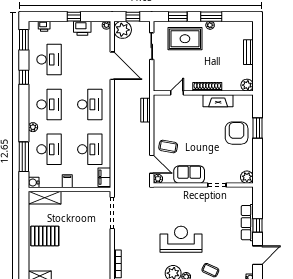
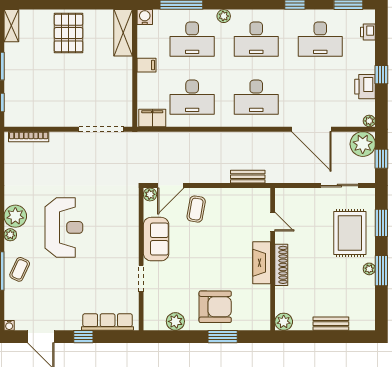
door: (112, 66) -> (311, 129), hinge flipped
fireplace: (218, 101) -> (262, 263), moved
plant: (247, 177) -> (175, 321), moved
row of seats: (247, 223) -> (108, 322), moved

